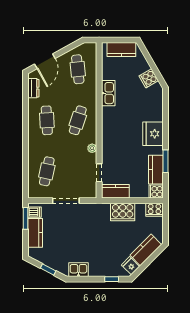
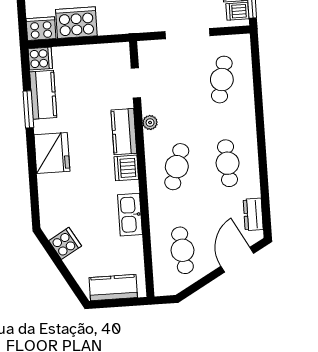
dishwasher: (108, 122) -> (126, 168), added
kitchen counter: (115, 191) -> (124, 132), moved, turned 90
cooker: (123, 212) -> (76, 23), moved

